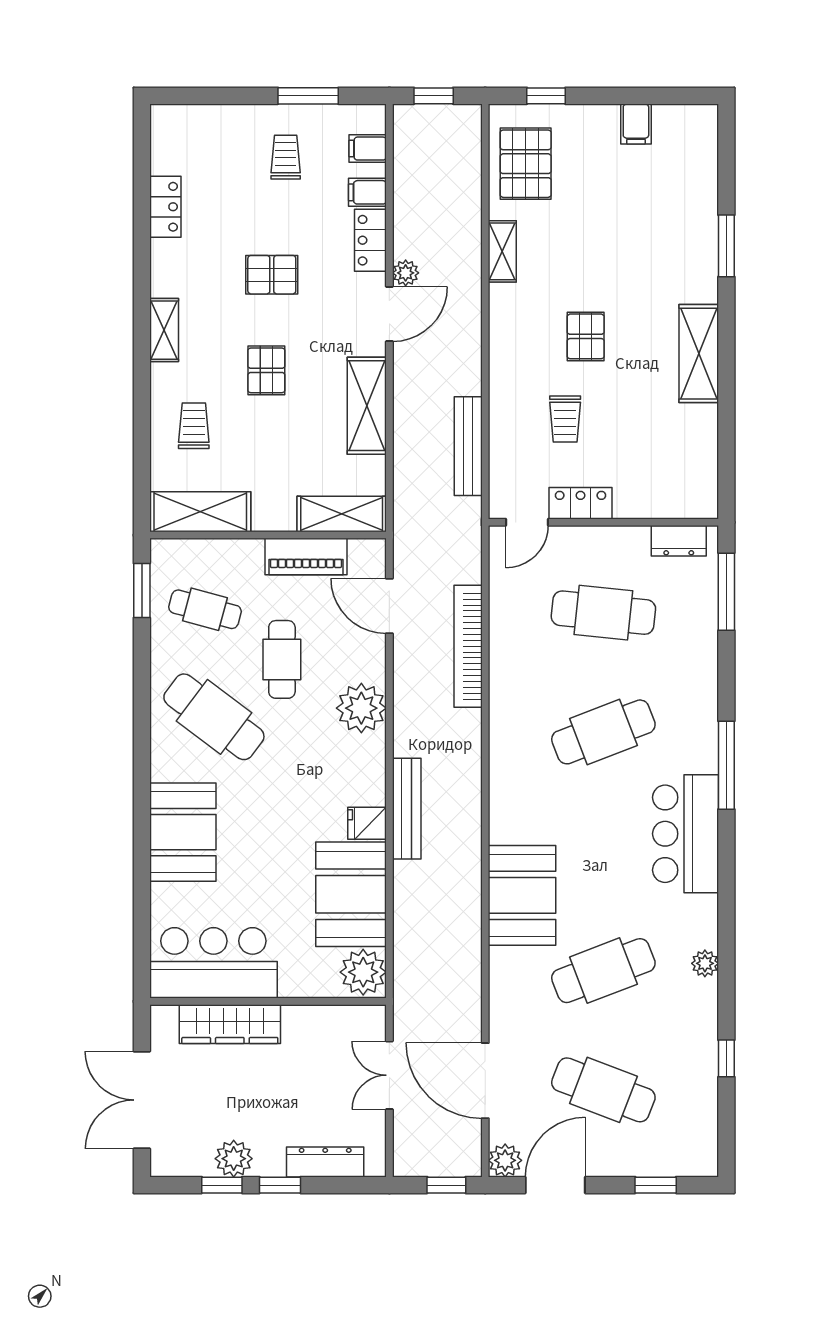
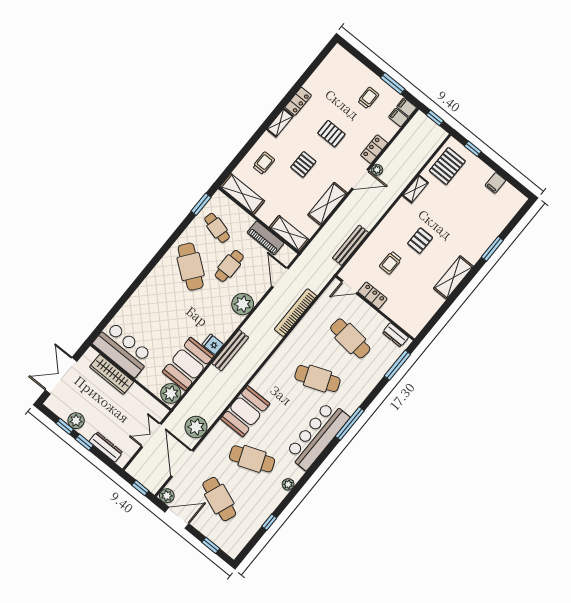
filing cabinet: (367, 192) -> (407, 107), moved
locker: (165, 207) -> (298, 101), moved
booth: (183, 832) -> (148, 297), removed
bar counter: (686, 834) -> (317, 435), width x1.36
plant: (457, 995) -> (196, 427), added

